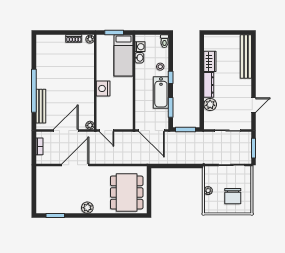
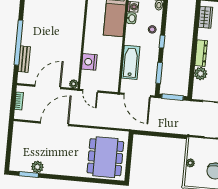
wardrobe: (210, 61) -> (205, 17), moved
nightstand: (103, 88) -> (89, 62), moved
bathtub: (161, 93) -> (131, 62), moved, turned 180
bench: (41, 106) -> (24, 59), width x0.73
plant: (87, 208) -> (37, 167), moved

